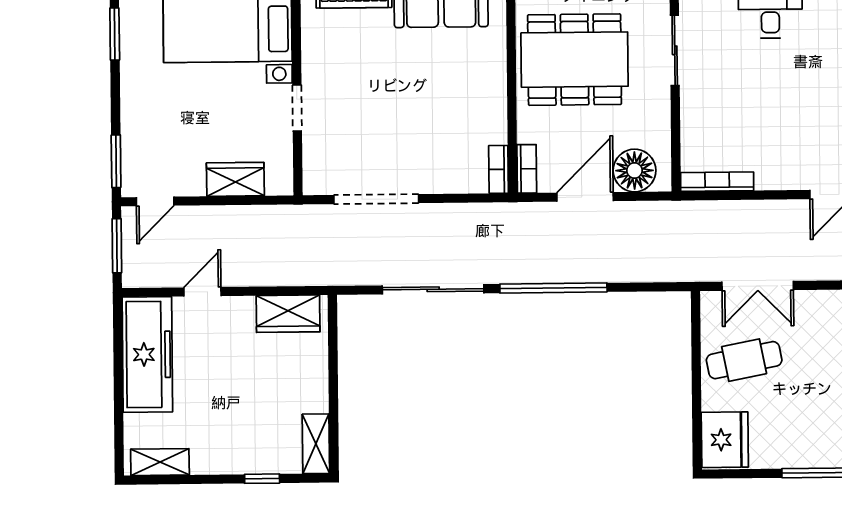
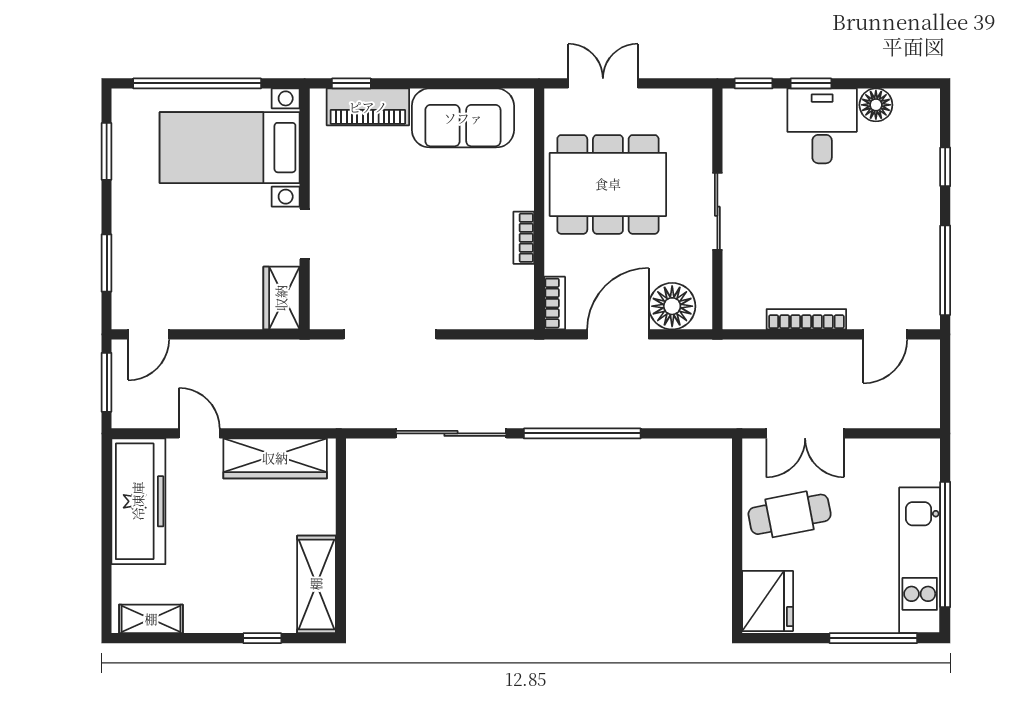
sliding door: (675, 50) -> (717, 211), moved
window: (116, 161) -> (107, 263), moved
bookcase: (498, 169) -> (524, 238), moved
wardrobe: (235, 179) -> (281, 298), moved, turned -90
bookcase: (717, 182) -> (806, 319), moved
door: (202, 292) -> (199, 433), hinge flipped
wardrobe: (288, 314) -> (275, 458), width x1.50
shelving: (316, 444) -> (316, 584), width x1.50, depth x1.33

